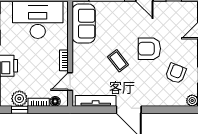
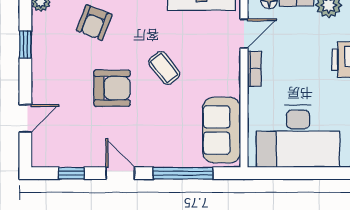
armchair: (176, 73) -> (94, 23), moved

